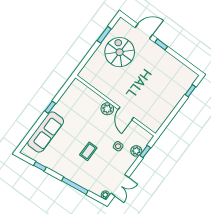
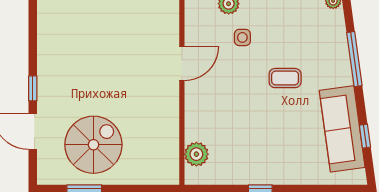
spiral stairs: (120, 52) -> (93, 145), turned 180
plant: (107, 109) -> (196, 154), moved
sofa: (46, 132) -> (342, 129), moved, turned -98

